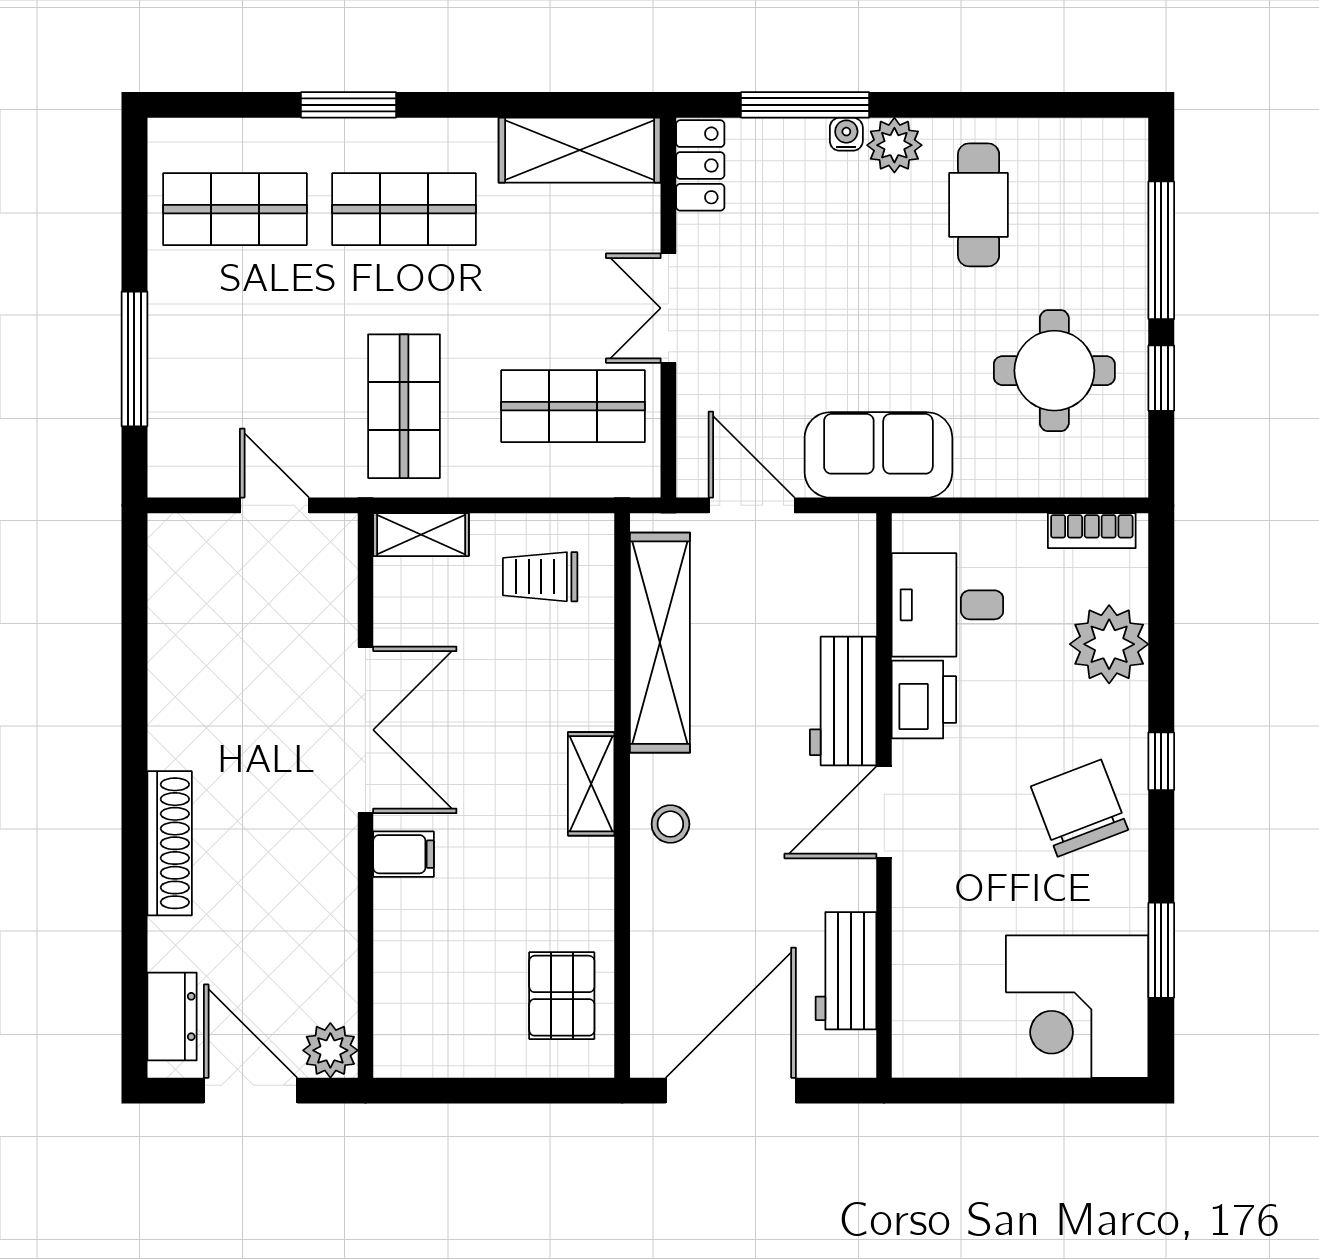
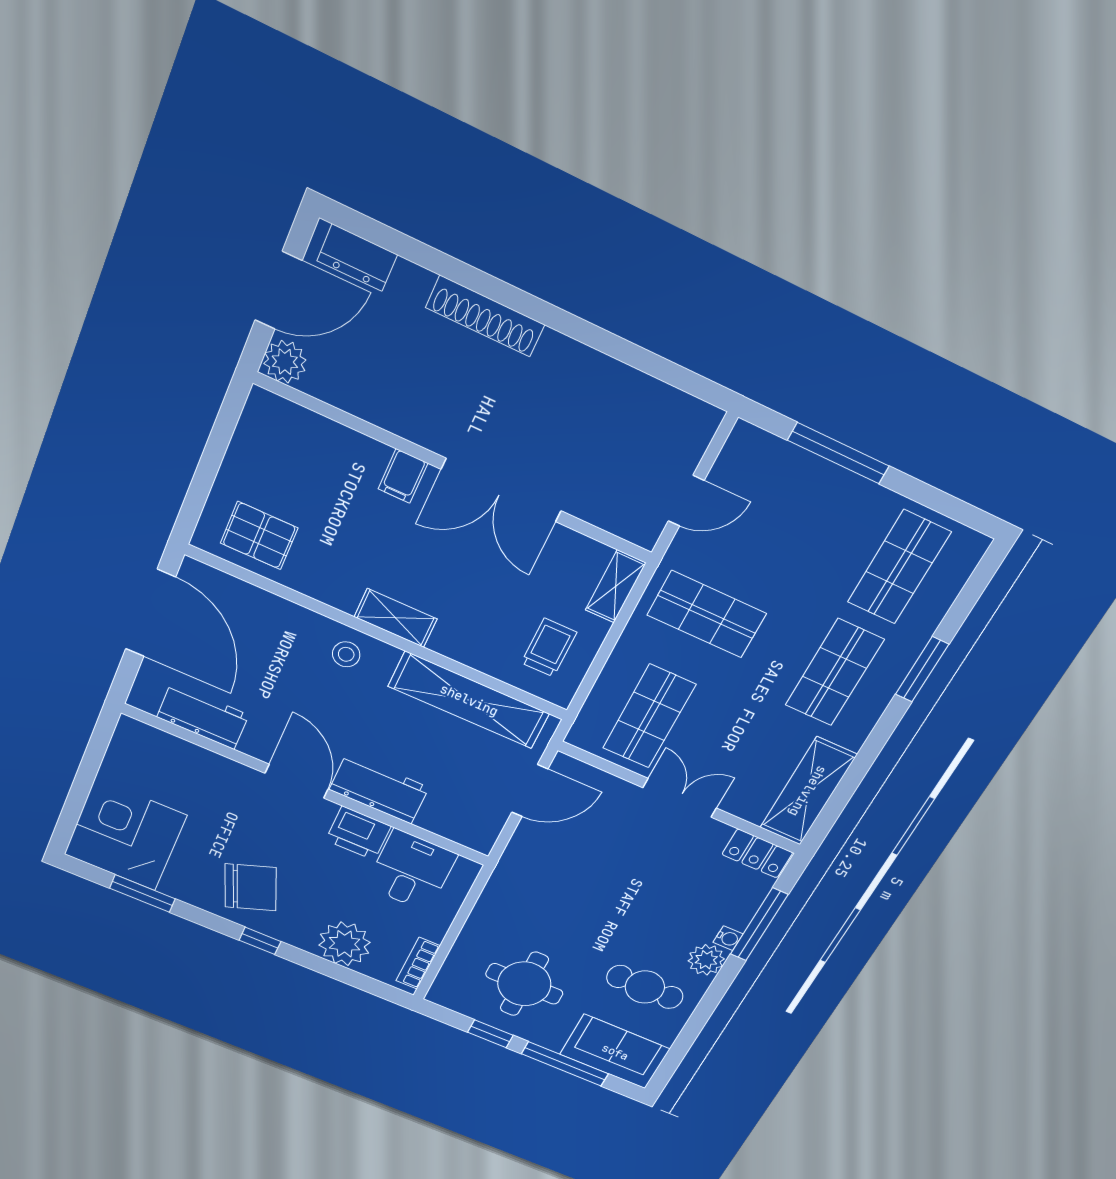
sofa: (878, 455) -> (615, 1052), moved, turned -90

